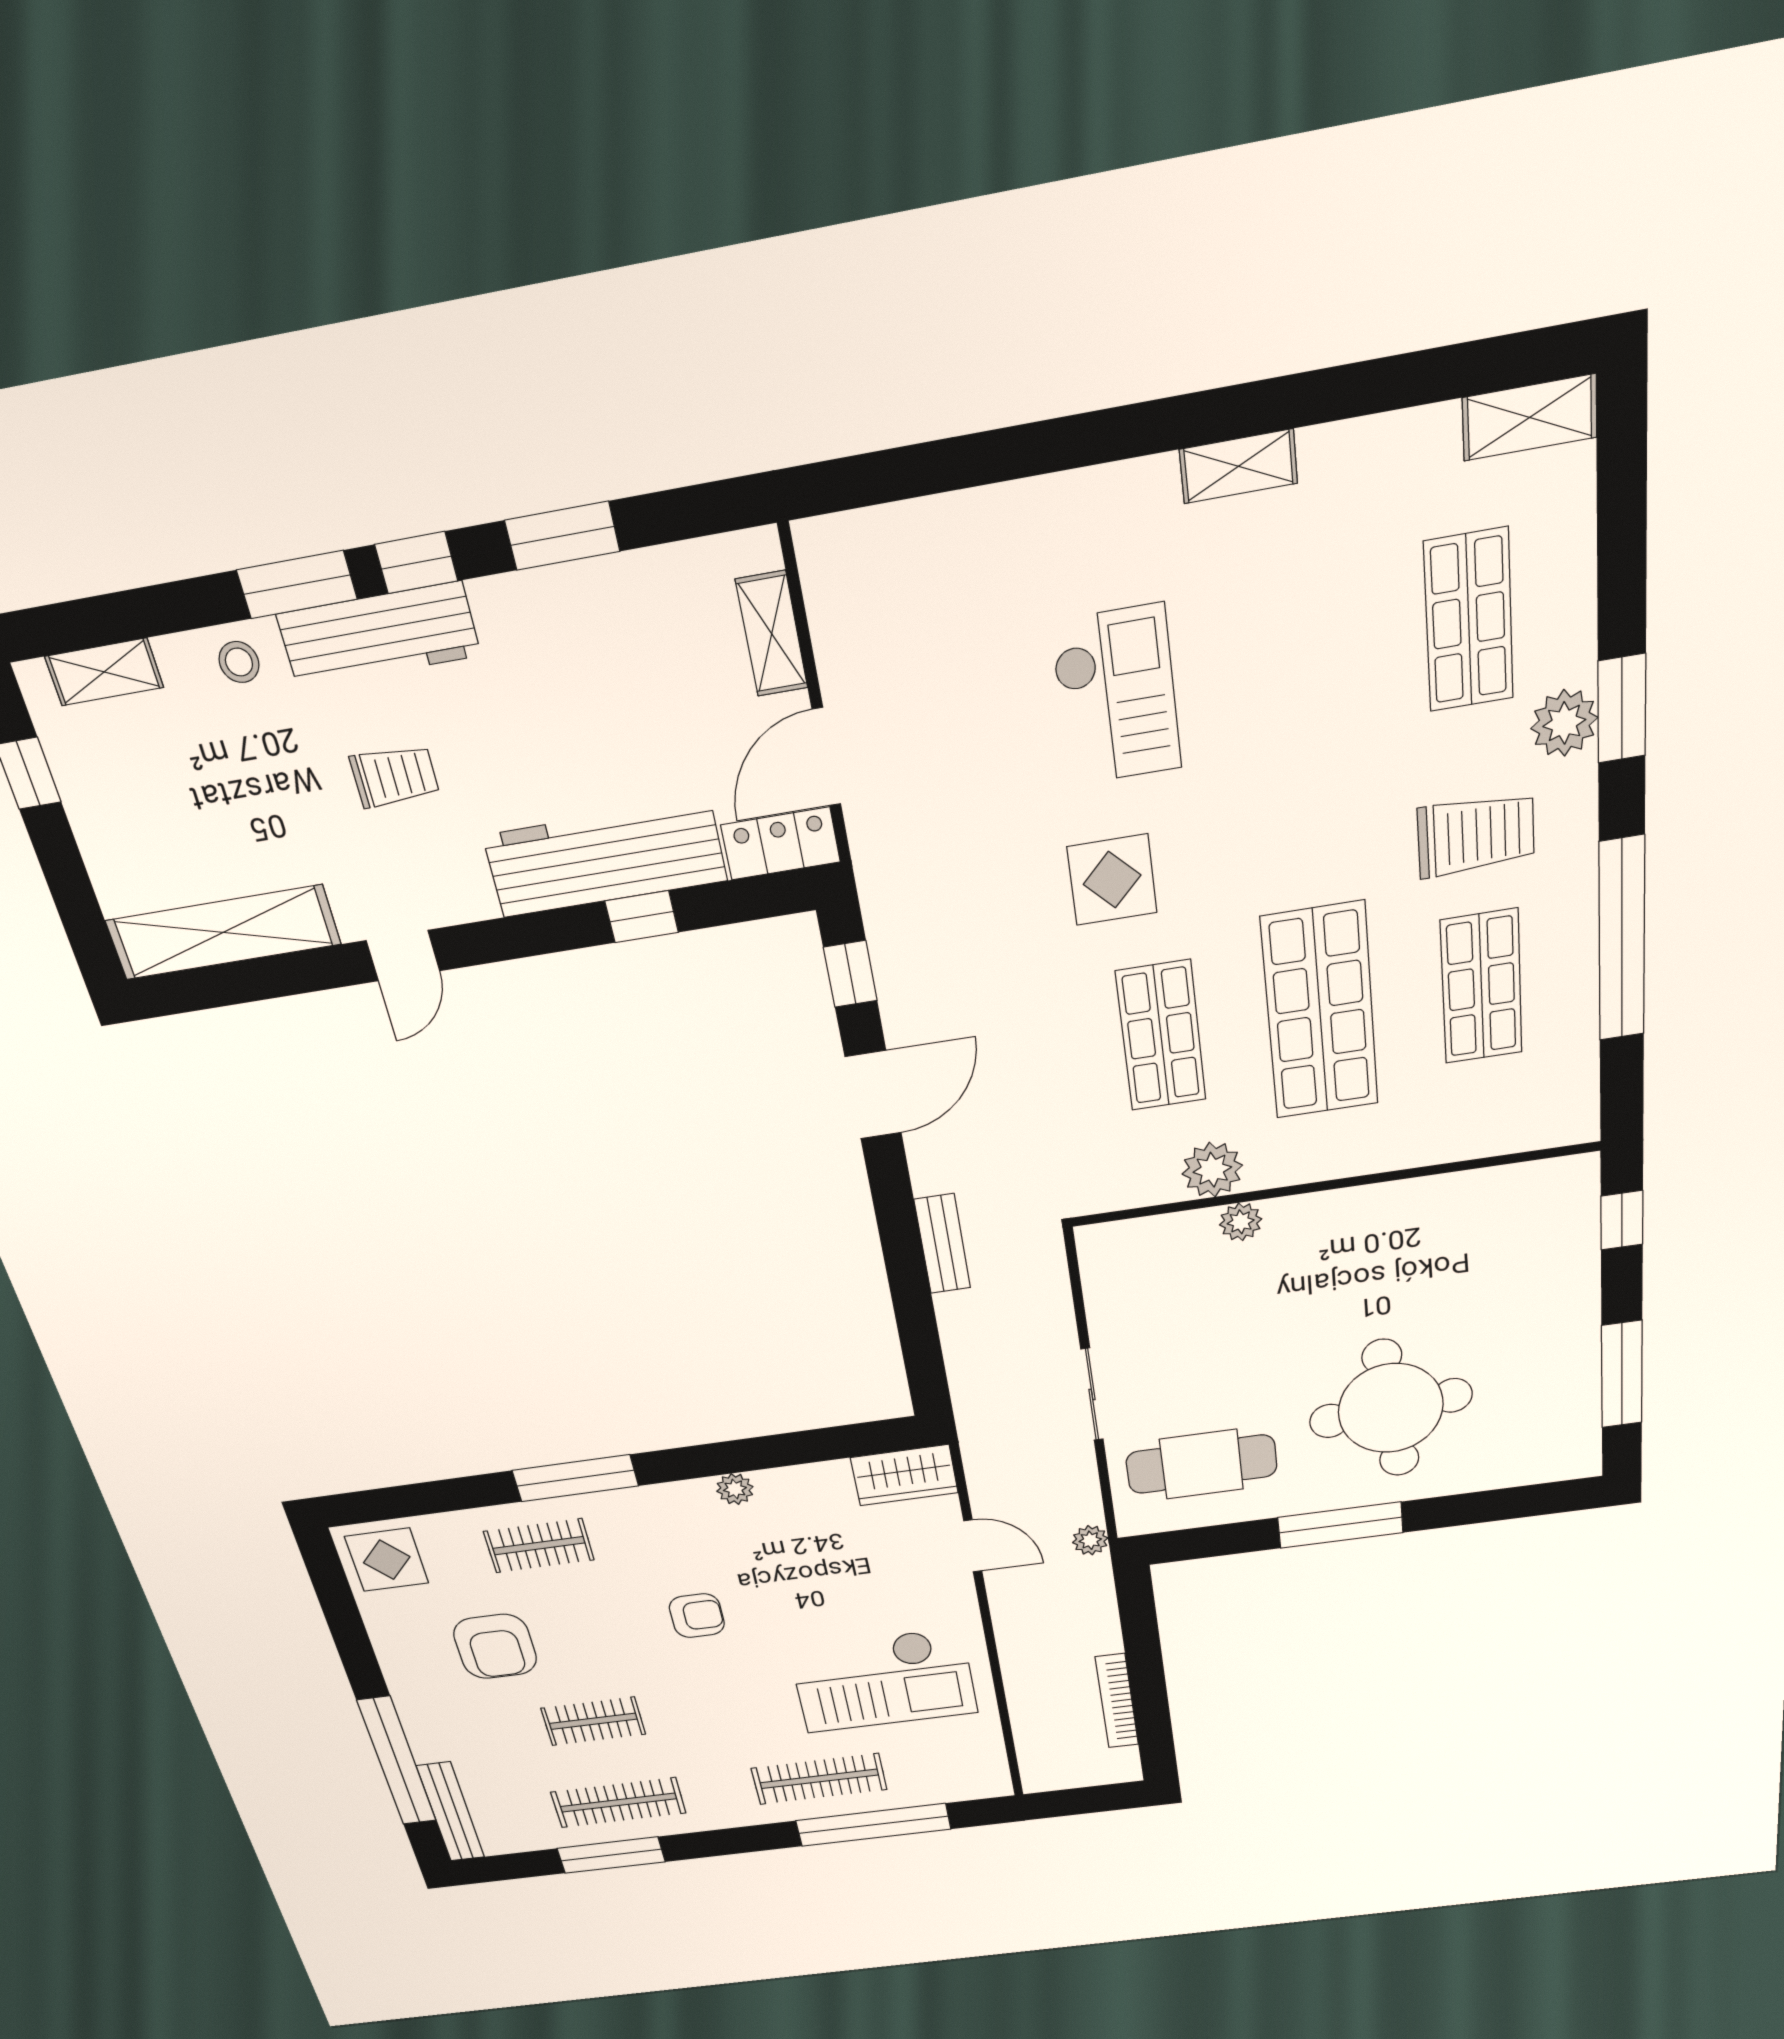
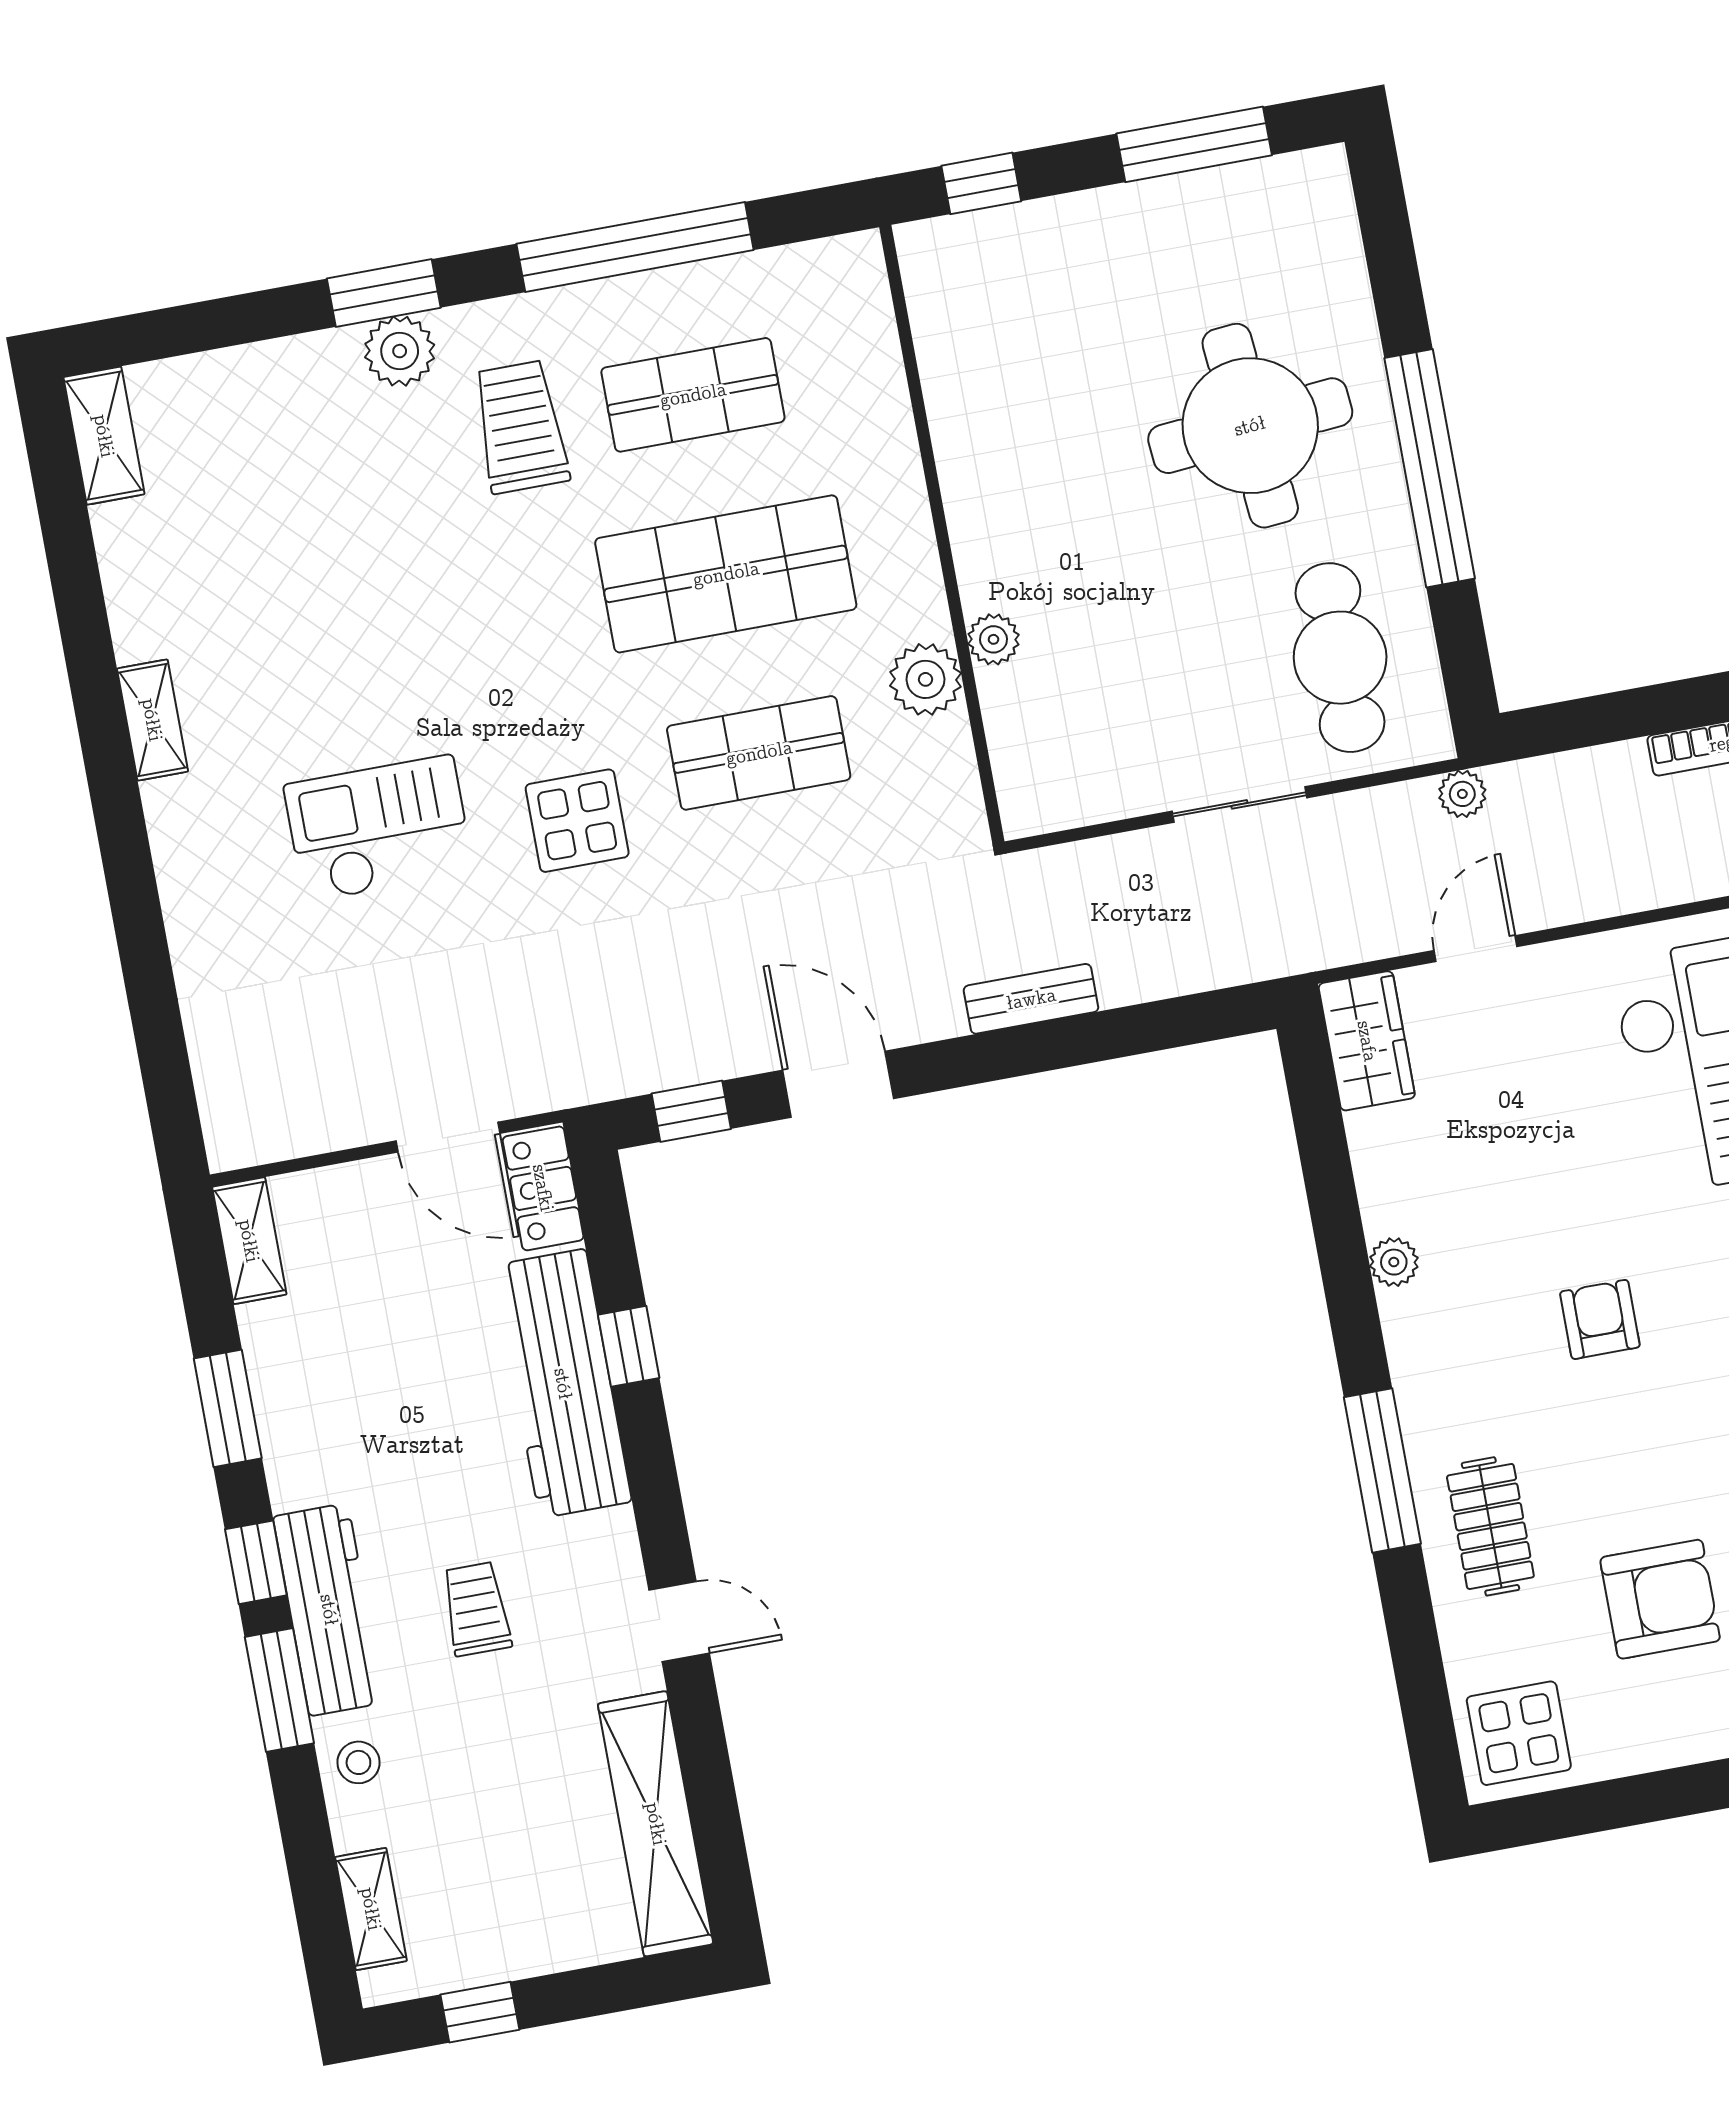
shop shelf: (1469, 620) -> (297, 467), removed
shelving: (772, 634) -> (249, 1241), moved, turned 90
window: (1340, 1525) -> (1430, 468), width x1.46

